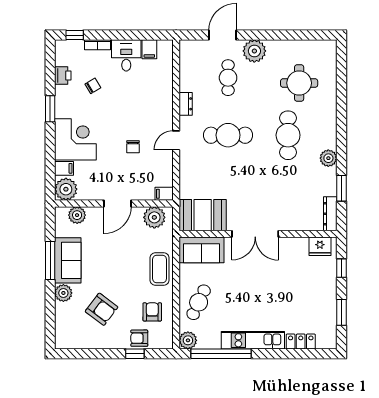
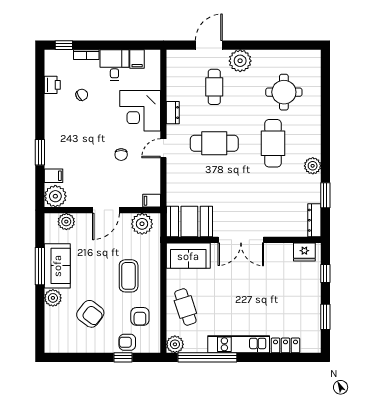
window: (50, 109) -> (40, 152), moved
corner desk: (75, 139) -> (140, 111), moved, turned 180
coffee table: (160, 269) -> (129, 276), moved
cafe table: (199, 302) -> (185, 307), turned -43
armchair: (152, 312) -> (140, 316), turned 180

